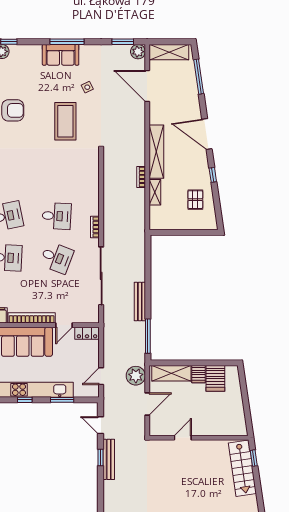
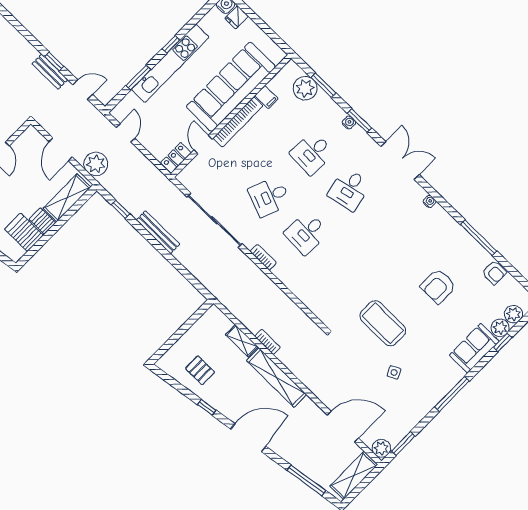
sofa: (61, 55) -> (474, 348), moved
window: (148, 336) -> (120, 209), width x0.46
bench: (109, 459) -> (50, 72), width x0.73

